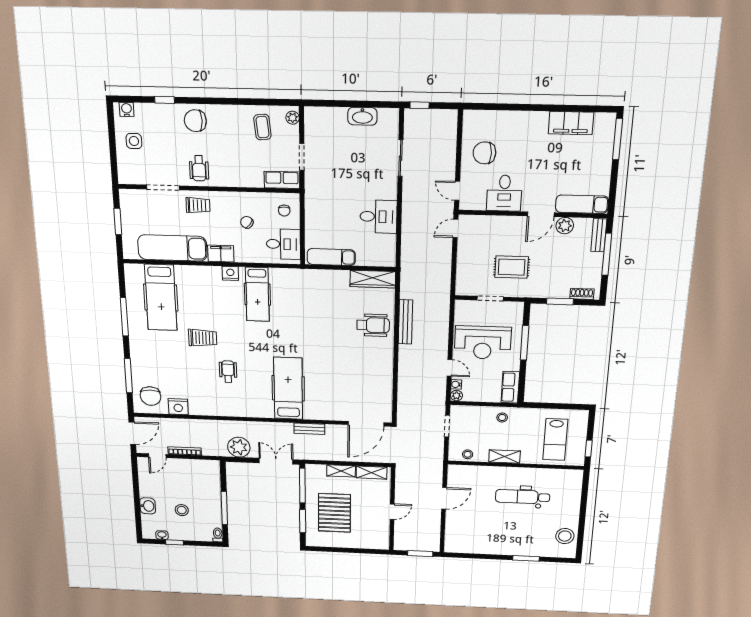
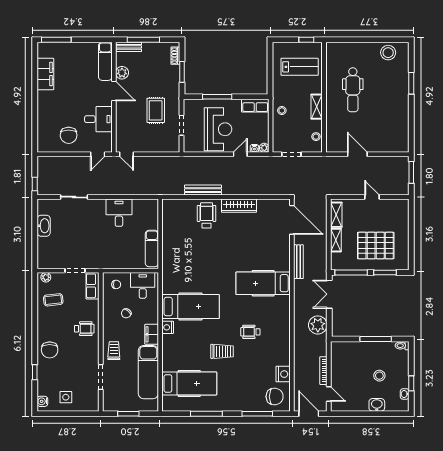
wheelchair: (199, 168) -> (84, 329), moved
wardrobe: (373, 279) -> (239, 206), moved, turned 90
hospital bed: (257, 294) -> (190, 307), width x1.37, depth x1.29
trolley: (203, 338) -> (222, 351), turned 90
bench: (309, 429) -> (298, 262), width x1.36

